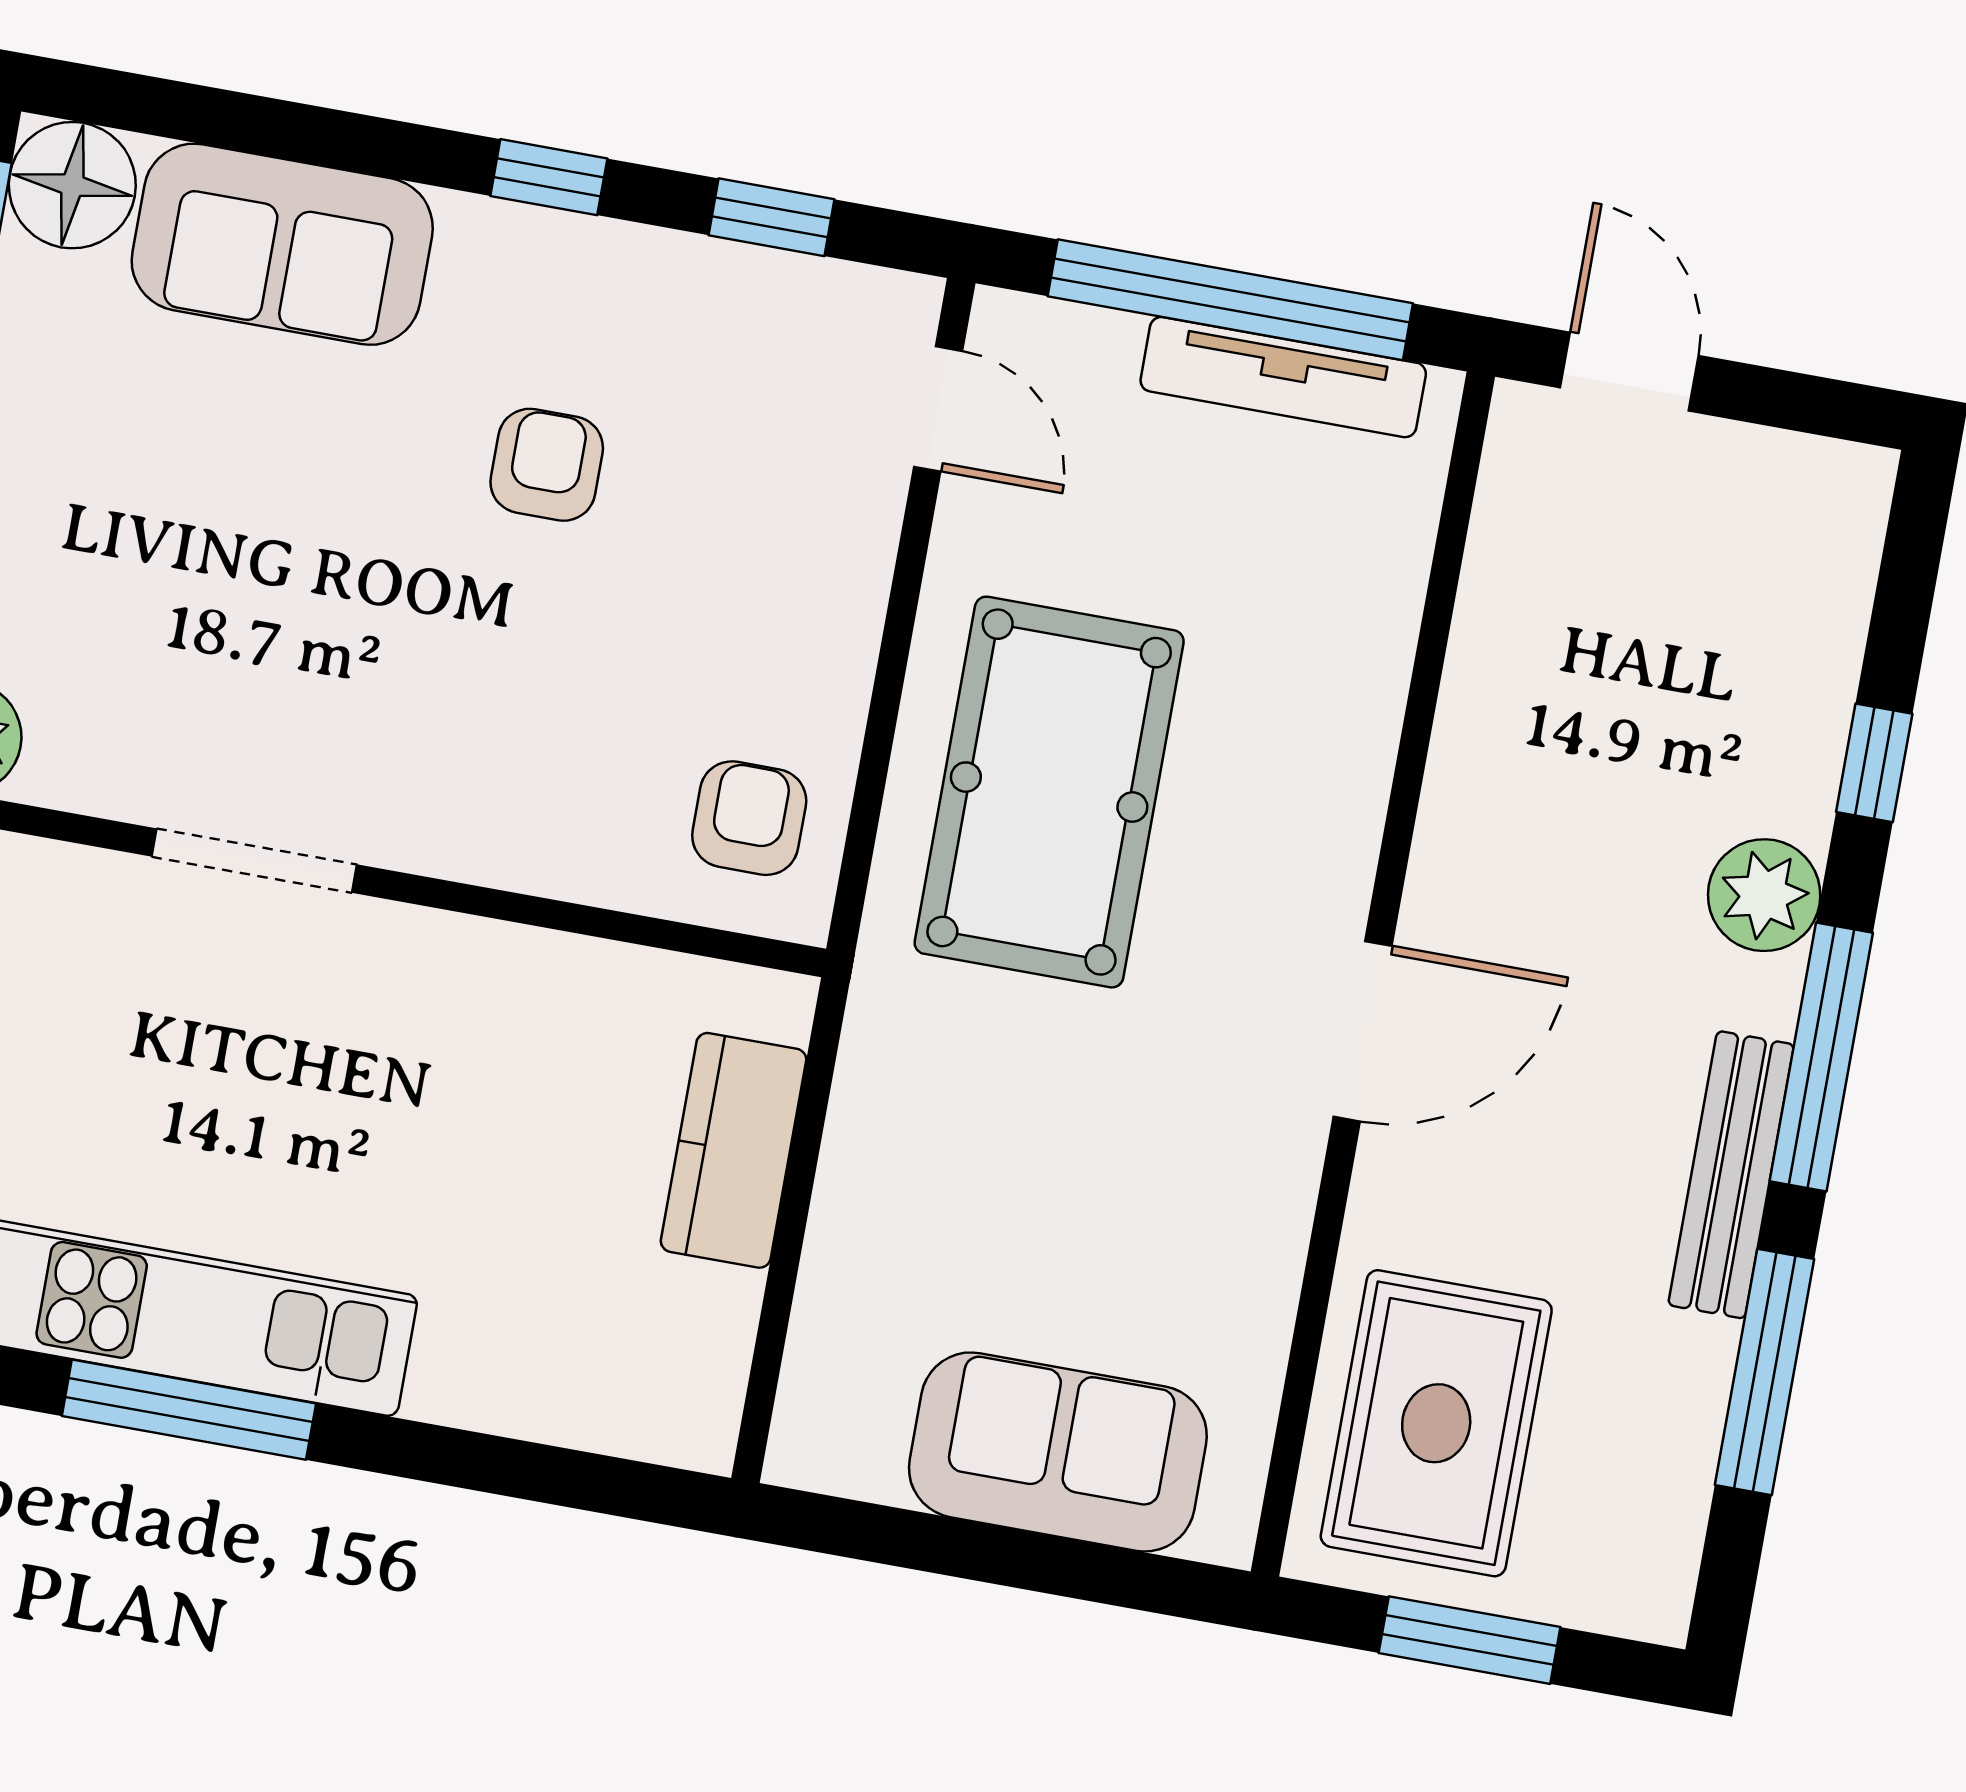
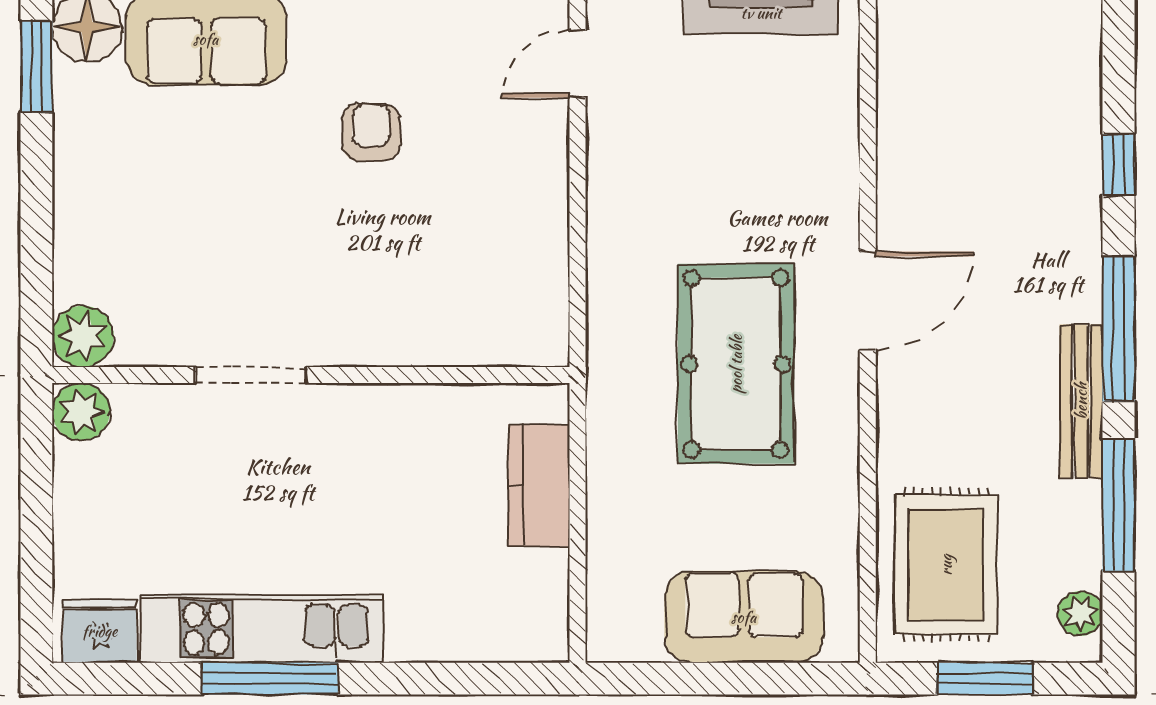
door: (938, 409) -> (577, 64), swing flipped
pool table: (1049, 792) -> (736, 364), moved
armchair: (749, 818) -> (515, 304), removed
plant: (1764, 895) -> (1080, 614), moved, width x0.73, depth x0.73
door: (1363, 1031) -> (868, 301), moved

